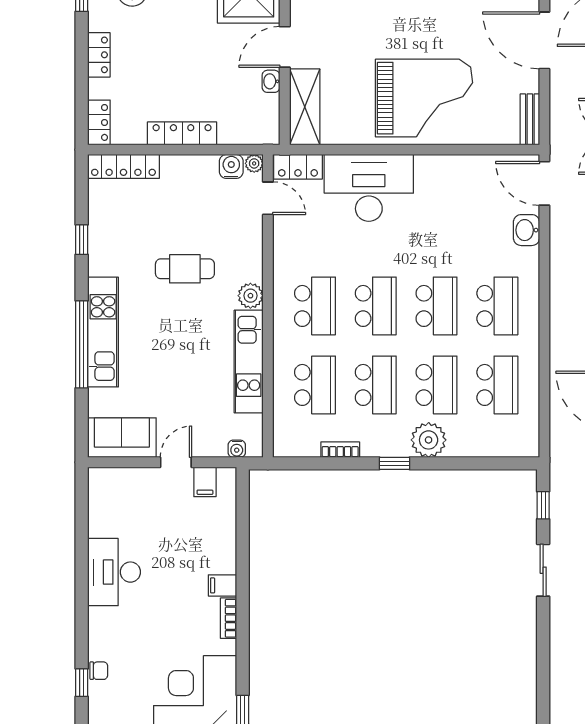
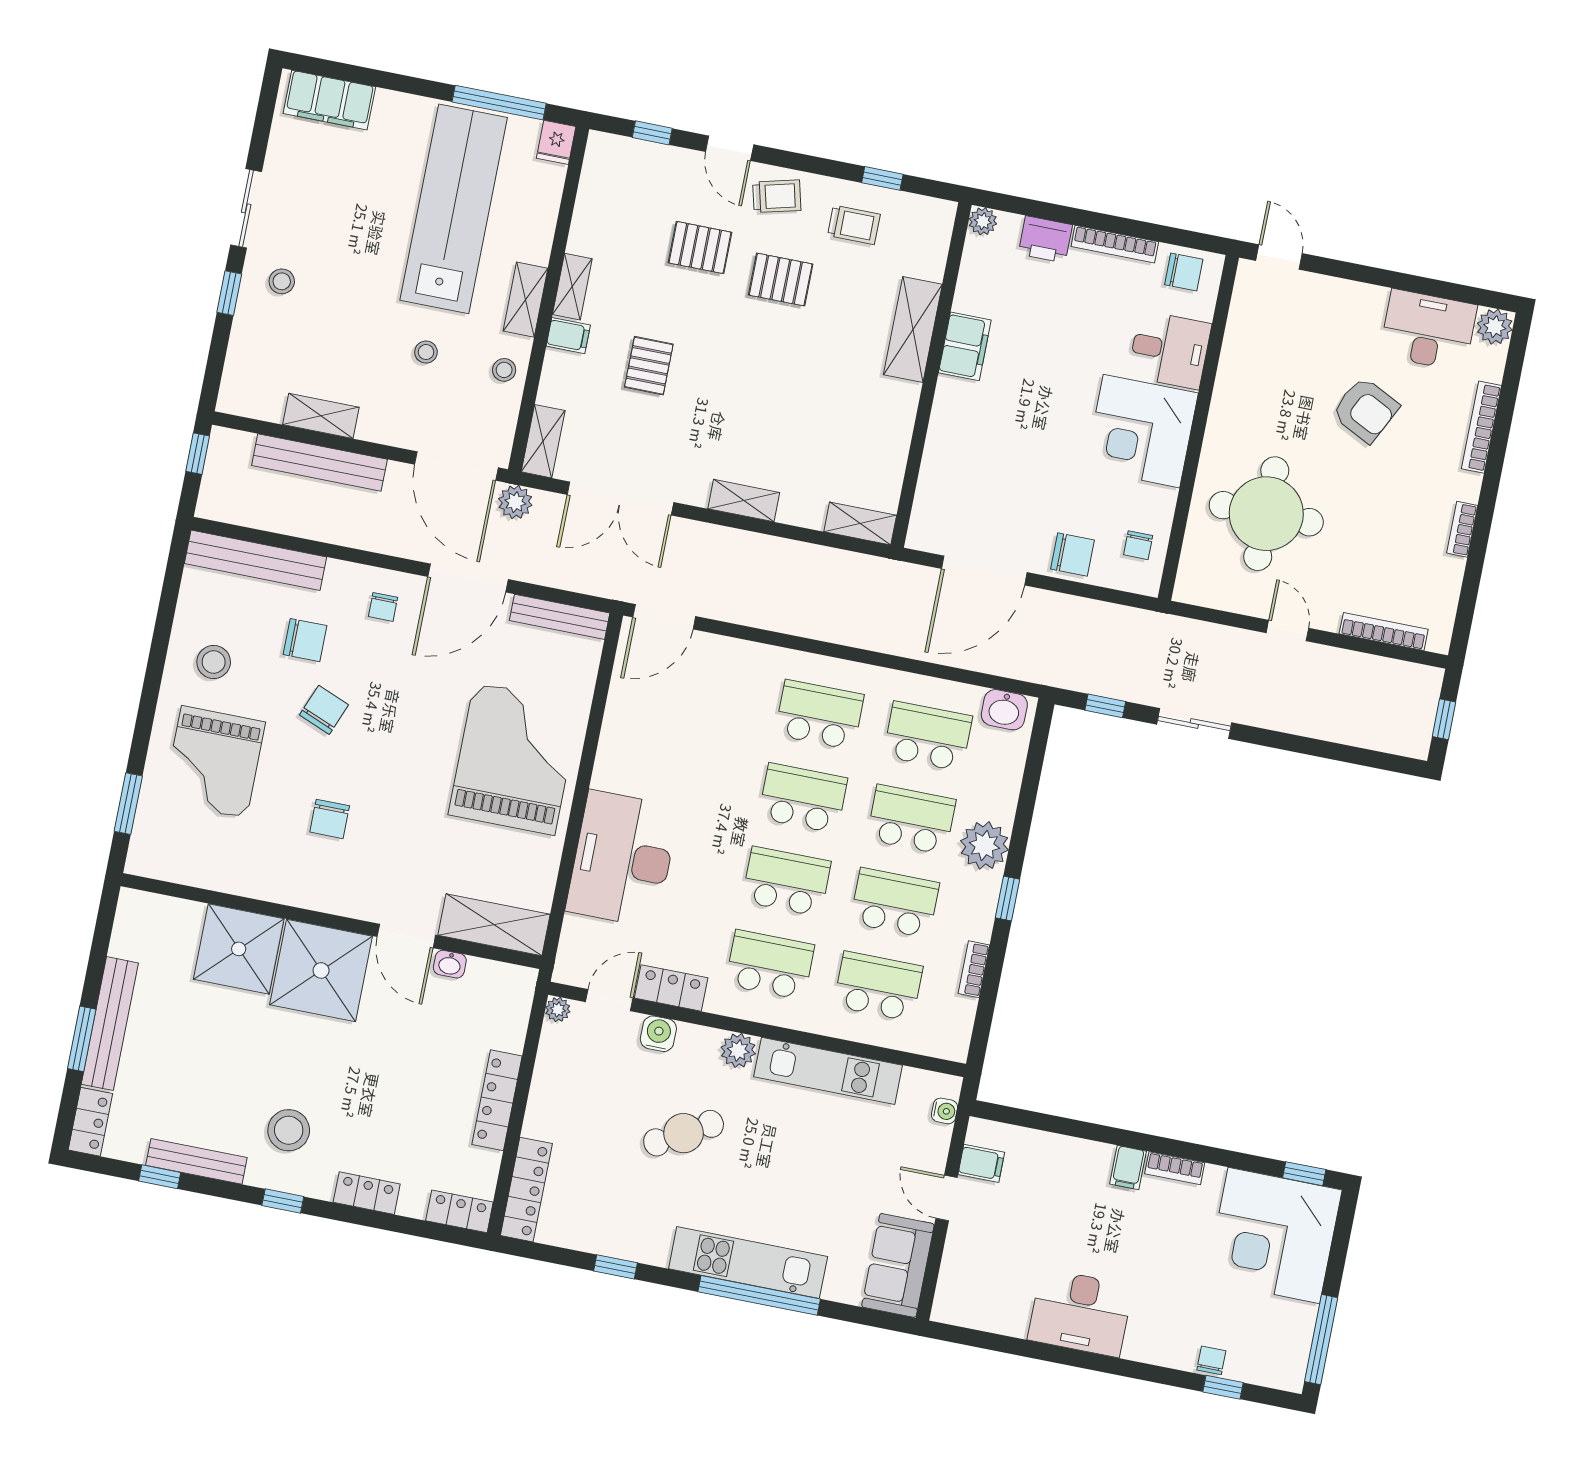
bench: (530, 119) -> (560, 617), width x1.36
water cooler: (231, 166) -> (658, 1034), moved, turned 90
locker: (298, 167) -> (671, 988), moved, turned -90
washbasin: (526, 230) -> (1004, 710), moved
cafe table: (185, 269) -> (684, 1133), turned 60

